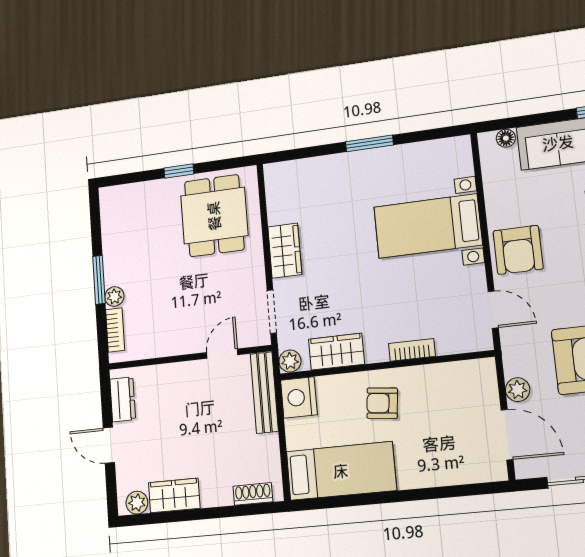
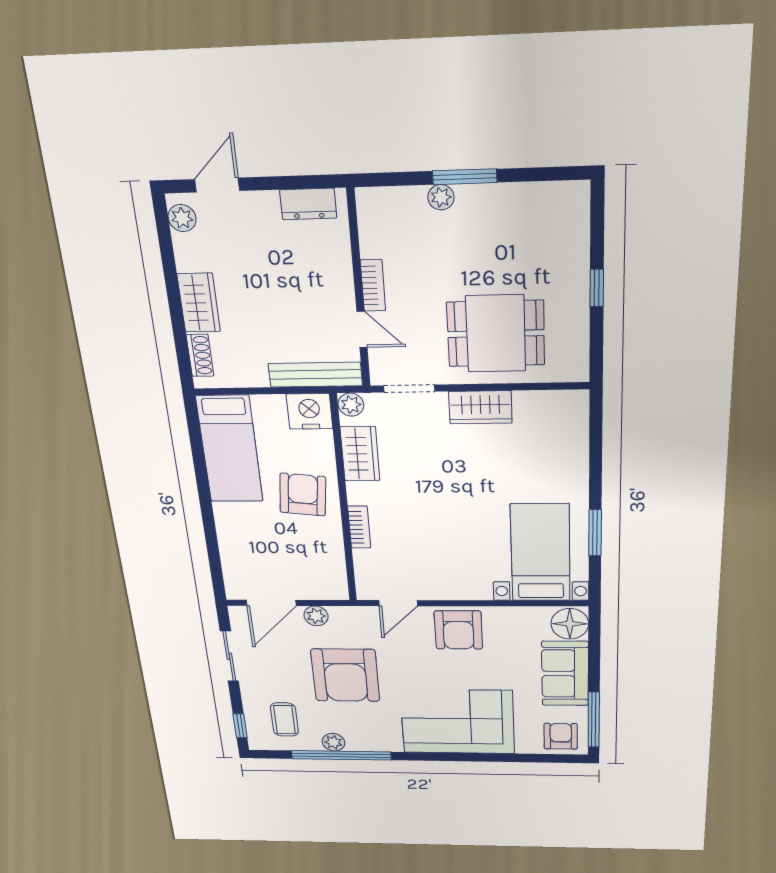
floor lamp: (506, 138) -> (570, 624), width x1.89, depth x1.89
window: (369, 143) -> (595, 533), moved
dining table: (214, 216) -> (496, 334), moved
bed with nightstands: (428, 226) -> (540, 553), moved
armchair: (518, 250) -> (458, 630), turned -90
bookcase: (115, 330) -> (373, 285), moved, turned -90
armchair: (382, 403) -> (303, 495), width x1.38, depth x1.38
door: (109, 445) -> (217, 185), moved
wardrobe: (174, 495) -> (199, 303), moved

